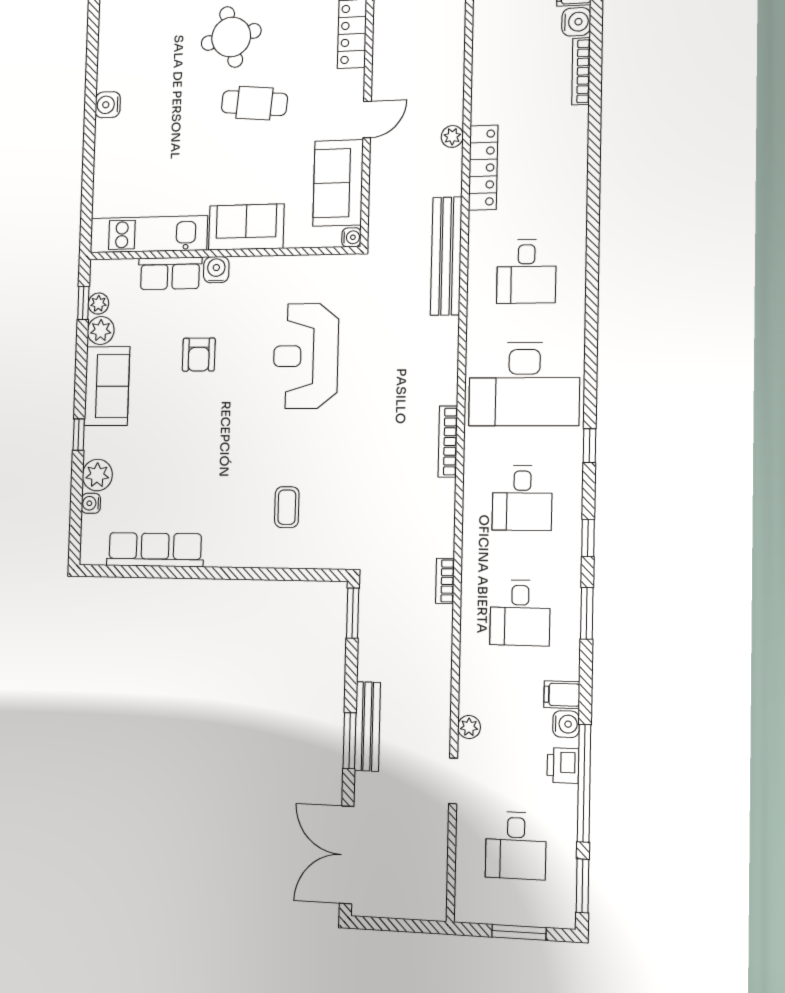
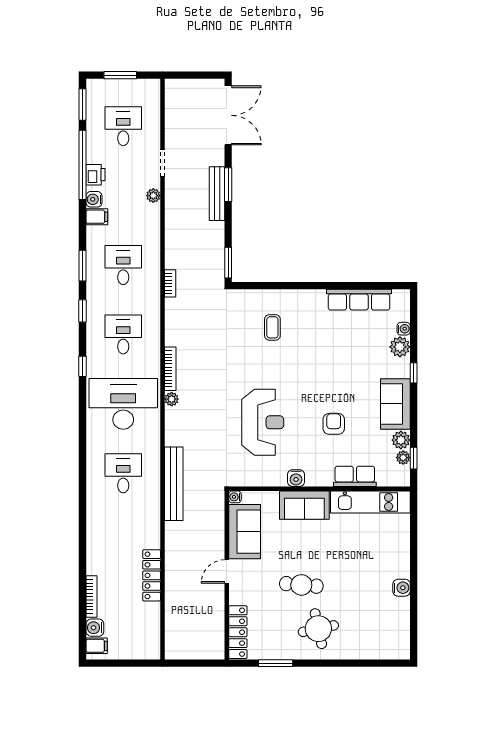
plant: (452, 136) -> (172, 399), moved
locker: (483, 168) -> (152, 575), moved
water cooler: (216, 270) -> (296, 478), moved

